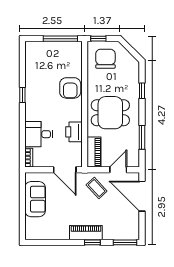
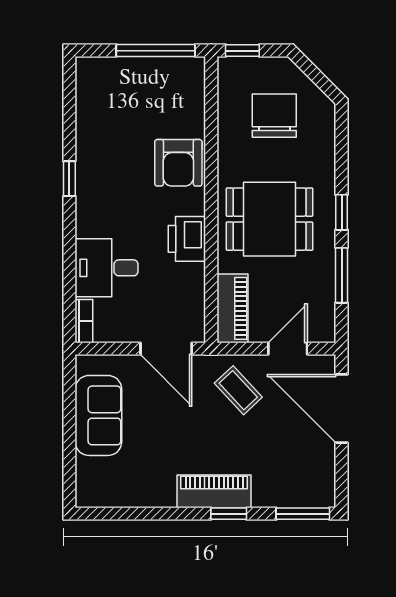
chair: (105, 59) -> (274, 116), moved
window: (142, 91) -> (342, 212), moved
printer: (74, 132) -> (187, 239), moved

